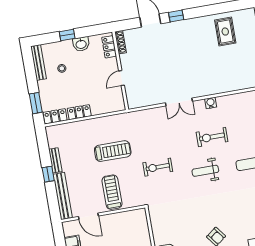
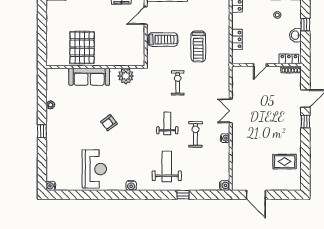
door: (122, 78) -> (260, 65), swing flipped
locker: (79, 112) -> (237, 39), moved
plant: (160, 227) -> (126, 76), added

